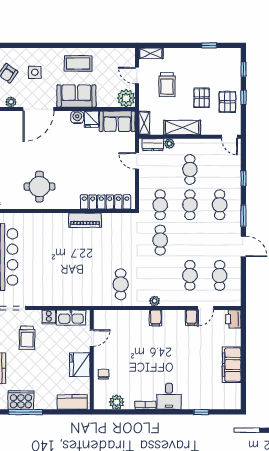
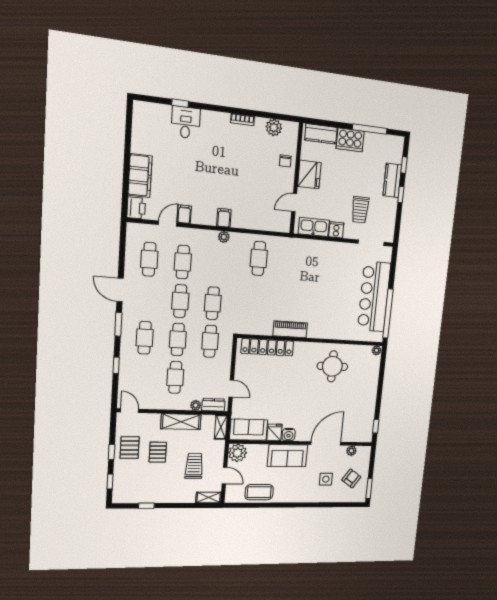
coffee table: (78, 63) -> (259, 492), moved
cafe table: (190, 240) -> (180, 301), added
trolley: (27, 338) -> (360, 210), turned 180
filing cabinet: (232, 365) -> (140, 176), moved
desk: (169, 396) -> (186, 122), moved
cooker: (21, 400) -> (350, 140), moved

